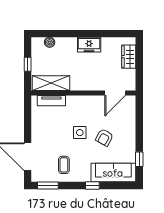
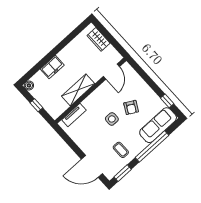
boiler: (50, 42) -> (29, 85), moved
freezer: (89, 45) -> (52, 67), moved
shelving: (51, 83) -> (78, 90), moved
window: (92, 186) -> (152, 146), width x3.17

